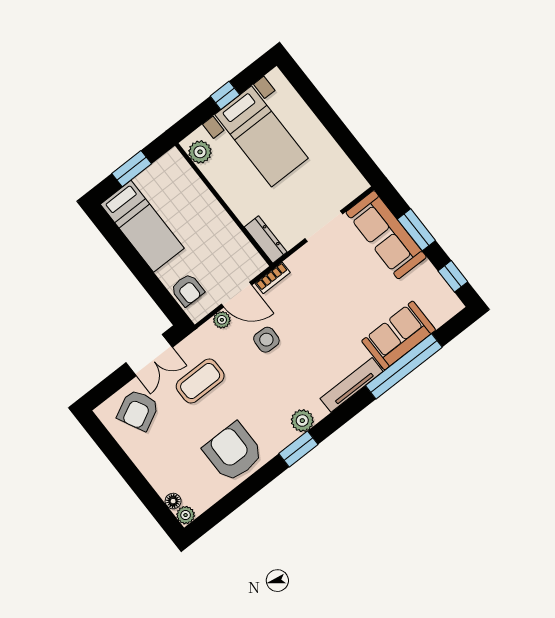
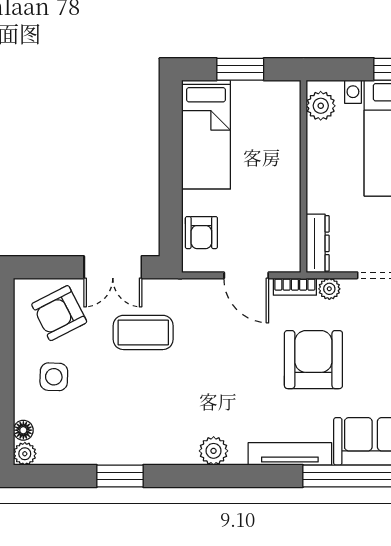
plant: (222, 320) -> (329, 289), moved
side table: (266, 340) -> (54, 377), moved
window: (298, 449) -> (120, 476), moved
armchair: (233, 452) -> (313, 360), moved

